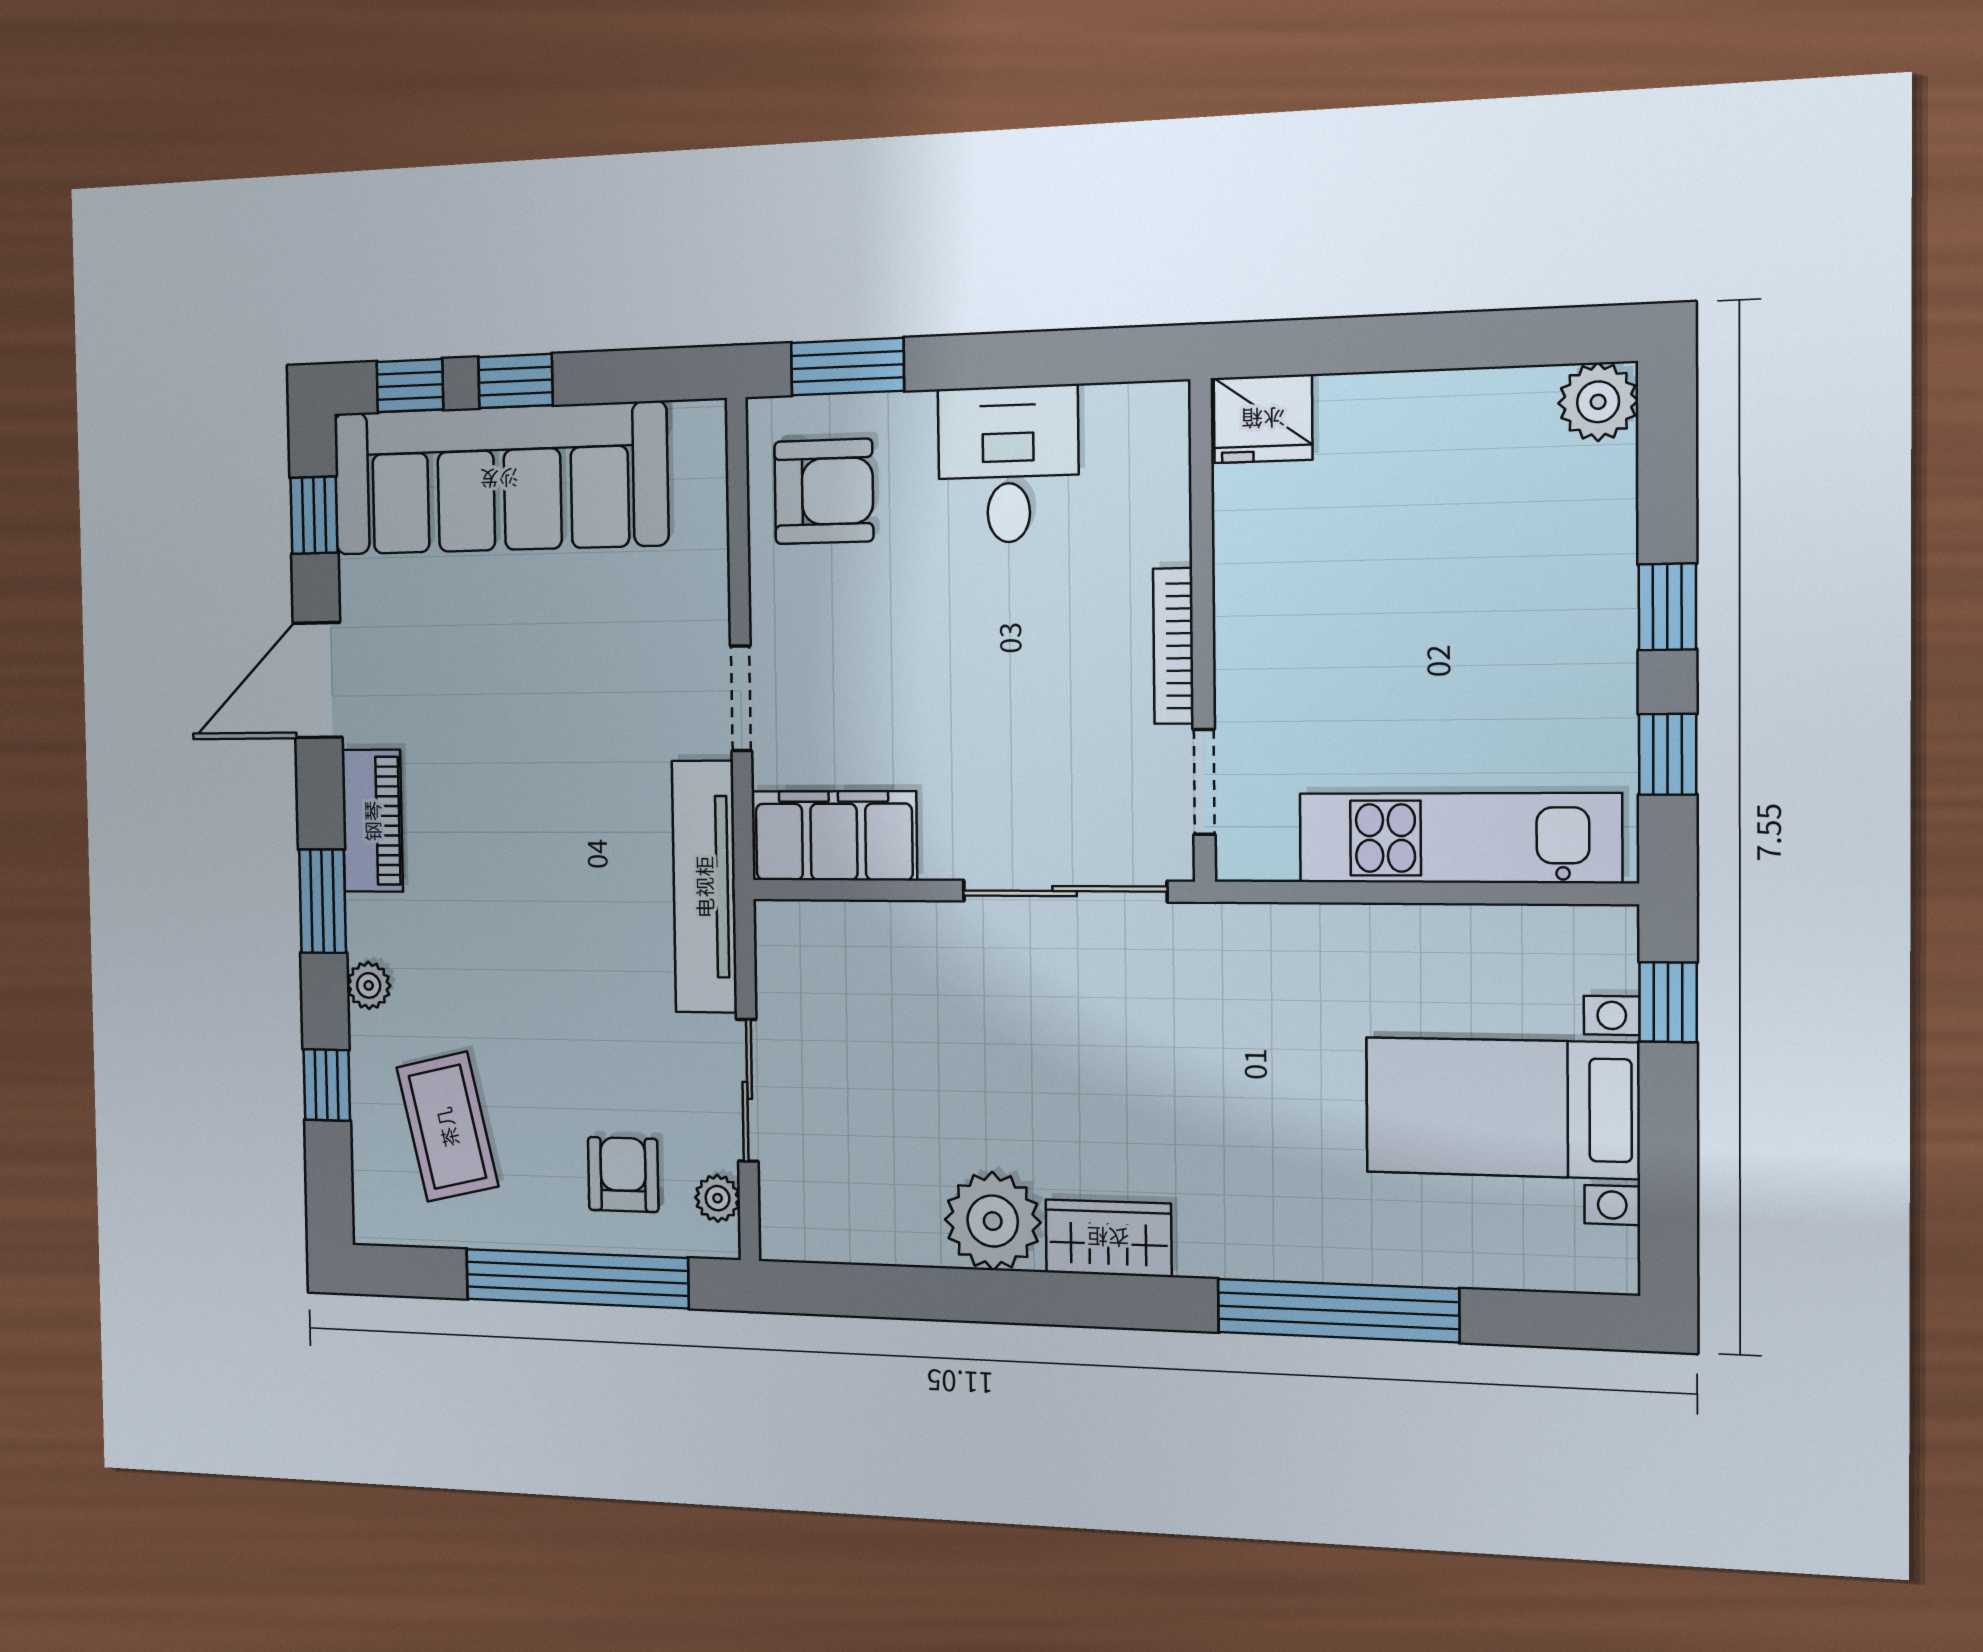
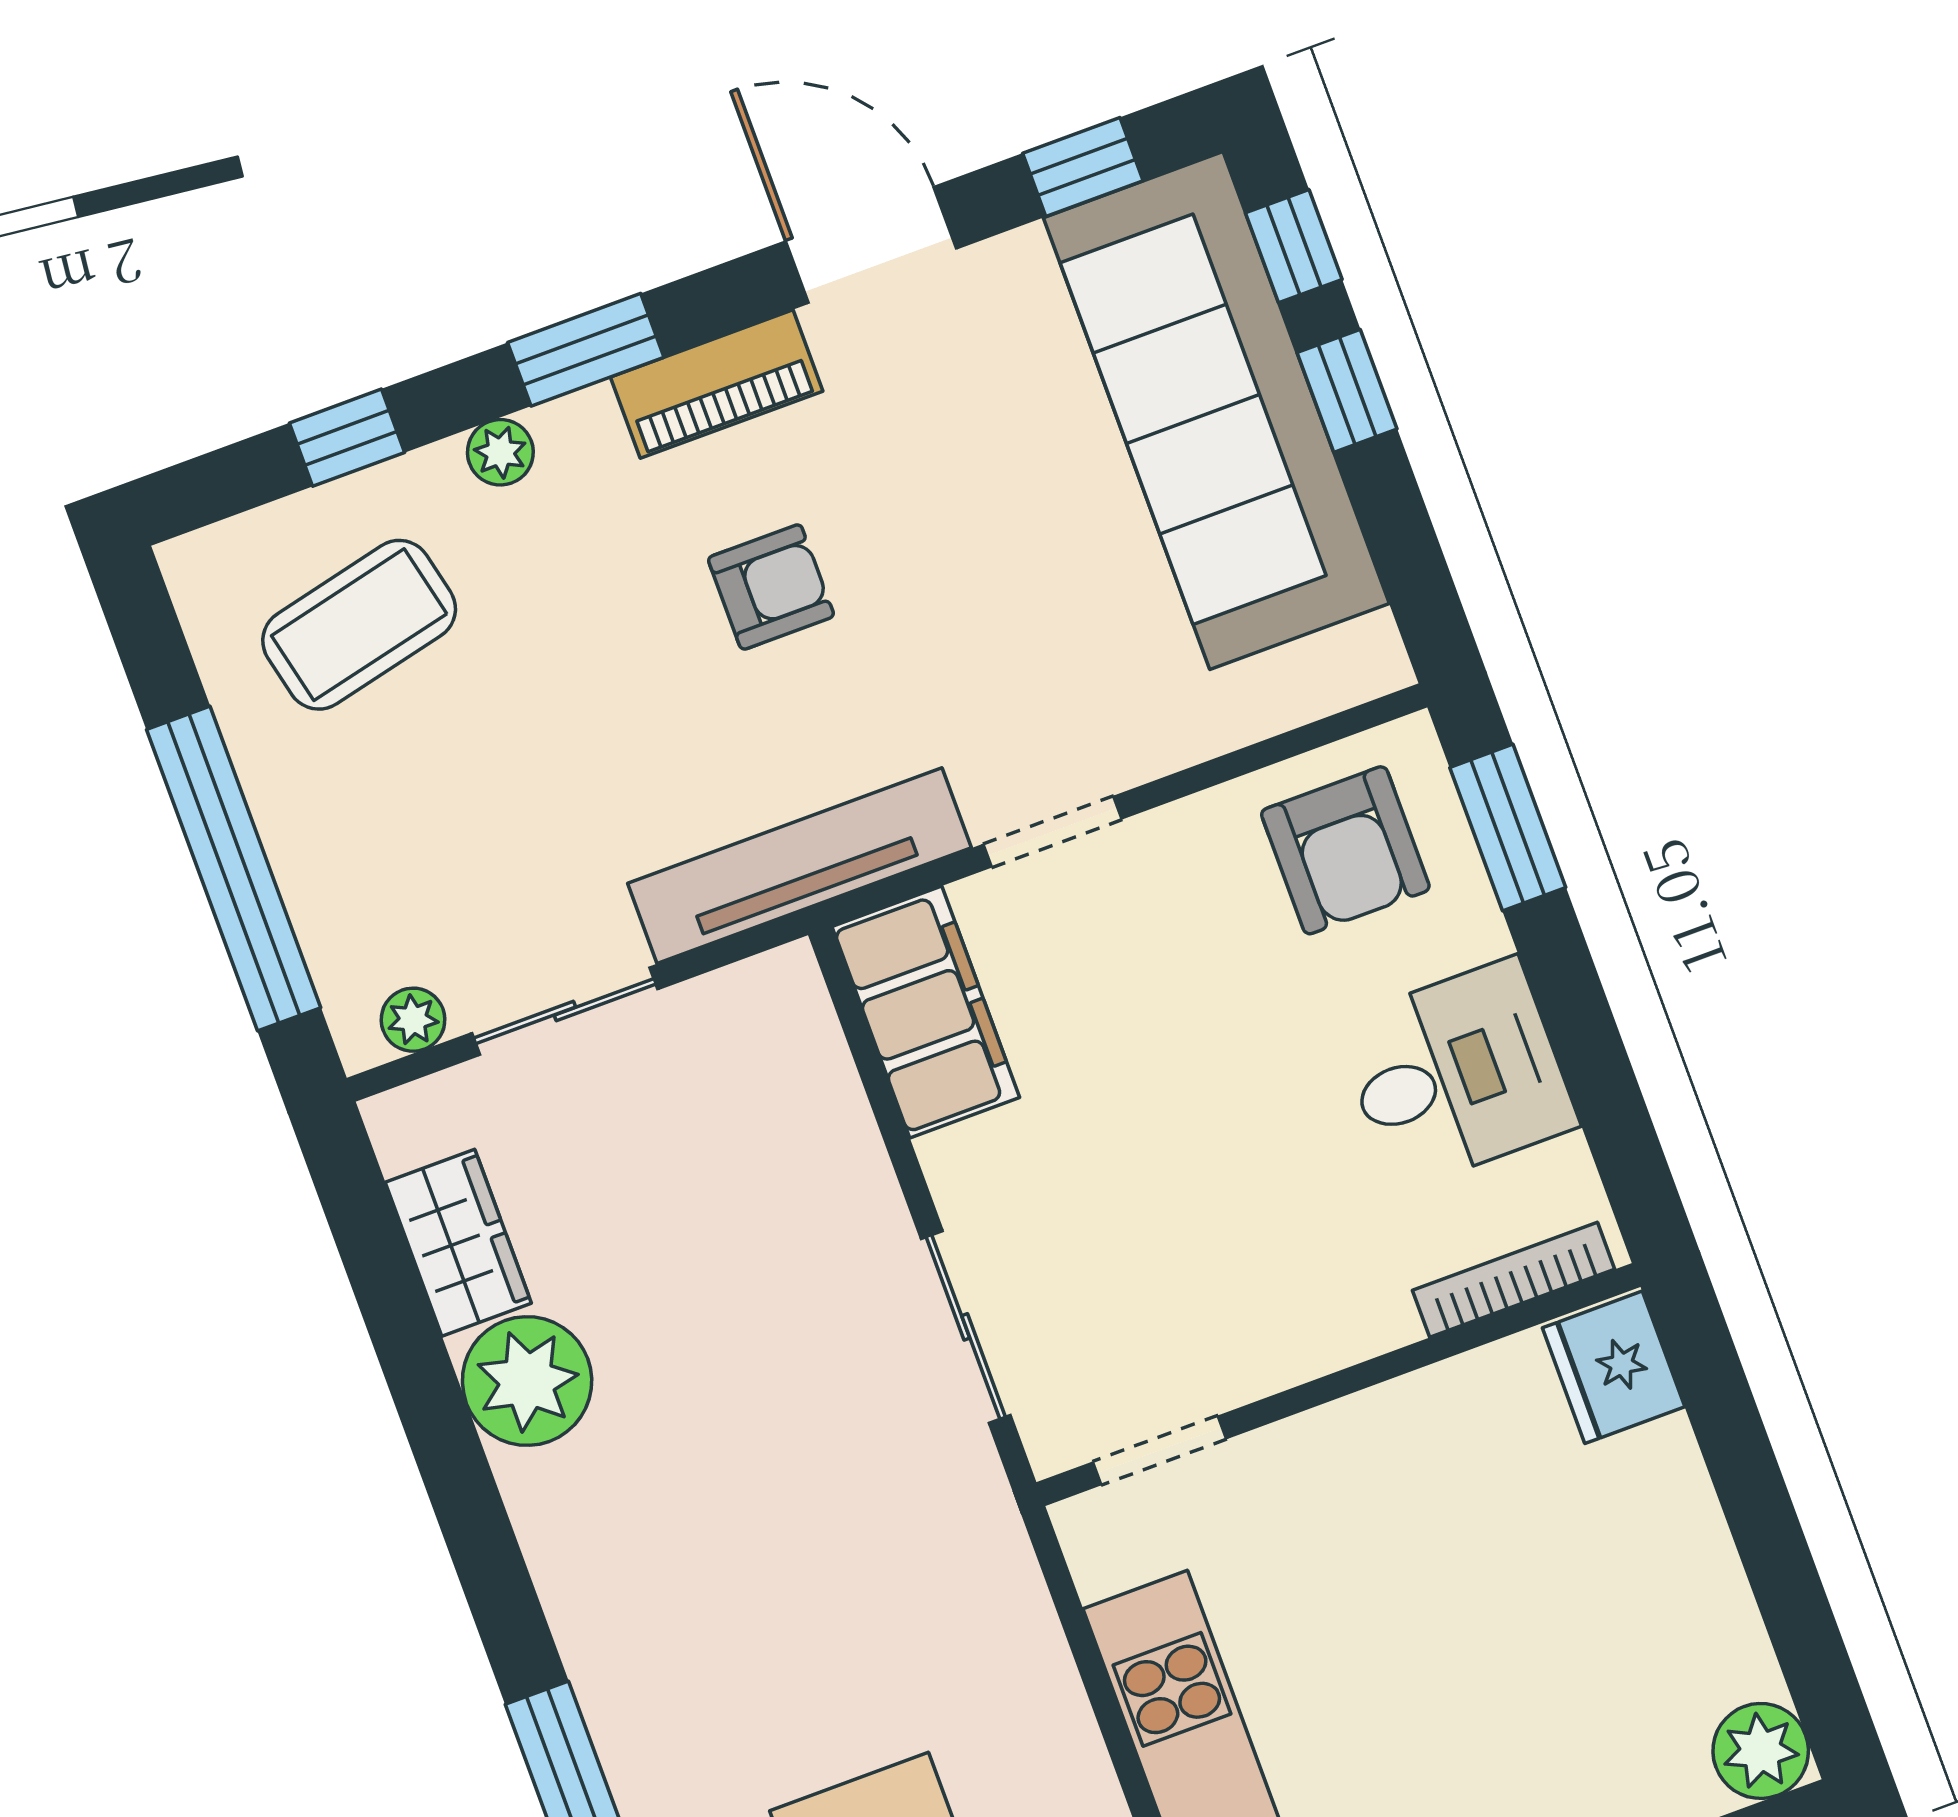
bookcase: (1173, 646) -> (1514, 1280), moved
sliding door: (1065, 891) -> (966, 1327), width x0.73
armchair: (623, 1174) -> (771, 587), moved
wardrobe: (1108, 1238) -> (458, 1243), moved

